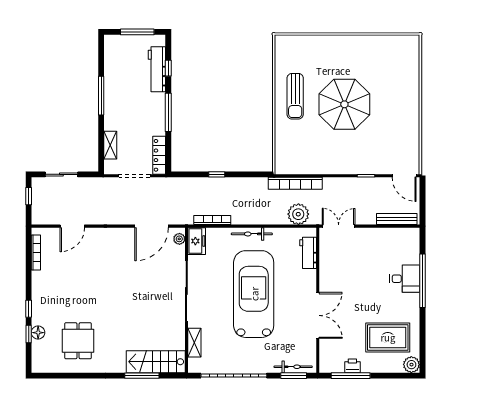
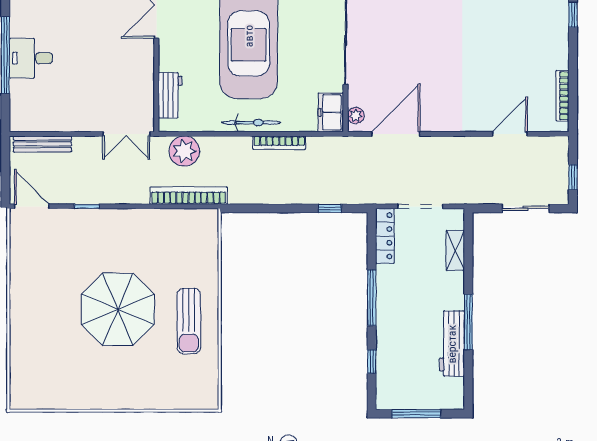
workbench: (157, 69) -> (452, 344), moved, turned 180
sun lounger: (295, 96) -> (189, 321), turned 180
window: (217, 174) -> (330, 208), moved
bookcase: (212, 220) -> (279, 143), moved

